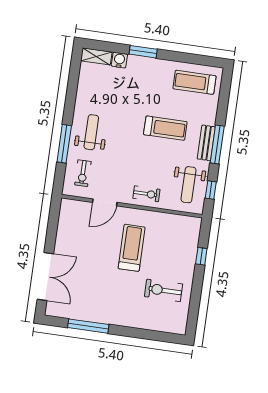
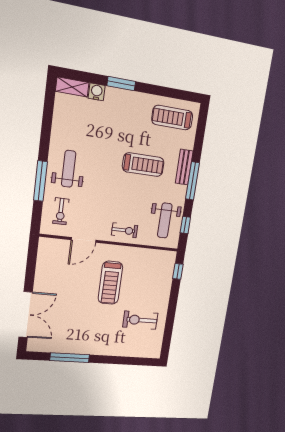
bench: (206, 143) -> (184, 167), moved
treadmill: (132, 248) -> (110, 283), turned 180
window: (201, 256) -> (178, 271), moved

